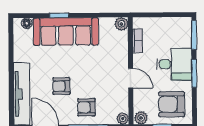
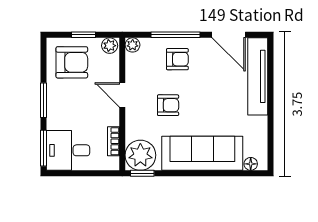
window: (59, 15) -> (142, 173), moved
plant: (121, 24) -> (140, 155), width x1.87, depth x1.87
desk: (174, 64) -> (68, 150), moved
armchair: (61, 86) -> (168, 105), moved

